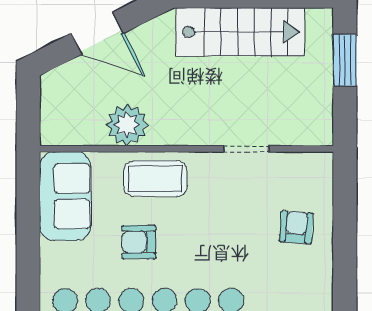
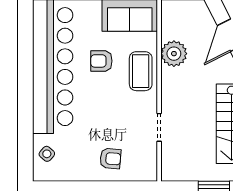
armchair: (139, 242) -> (101, 61), turned -90

